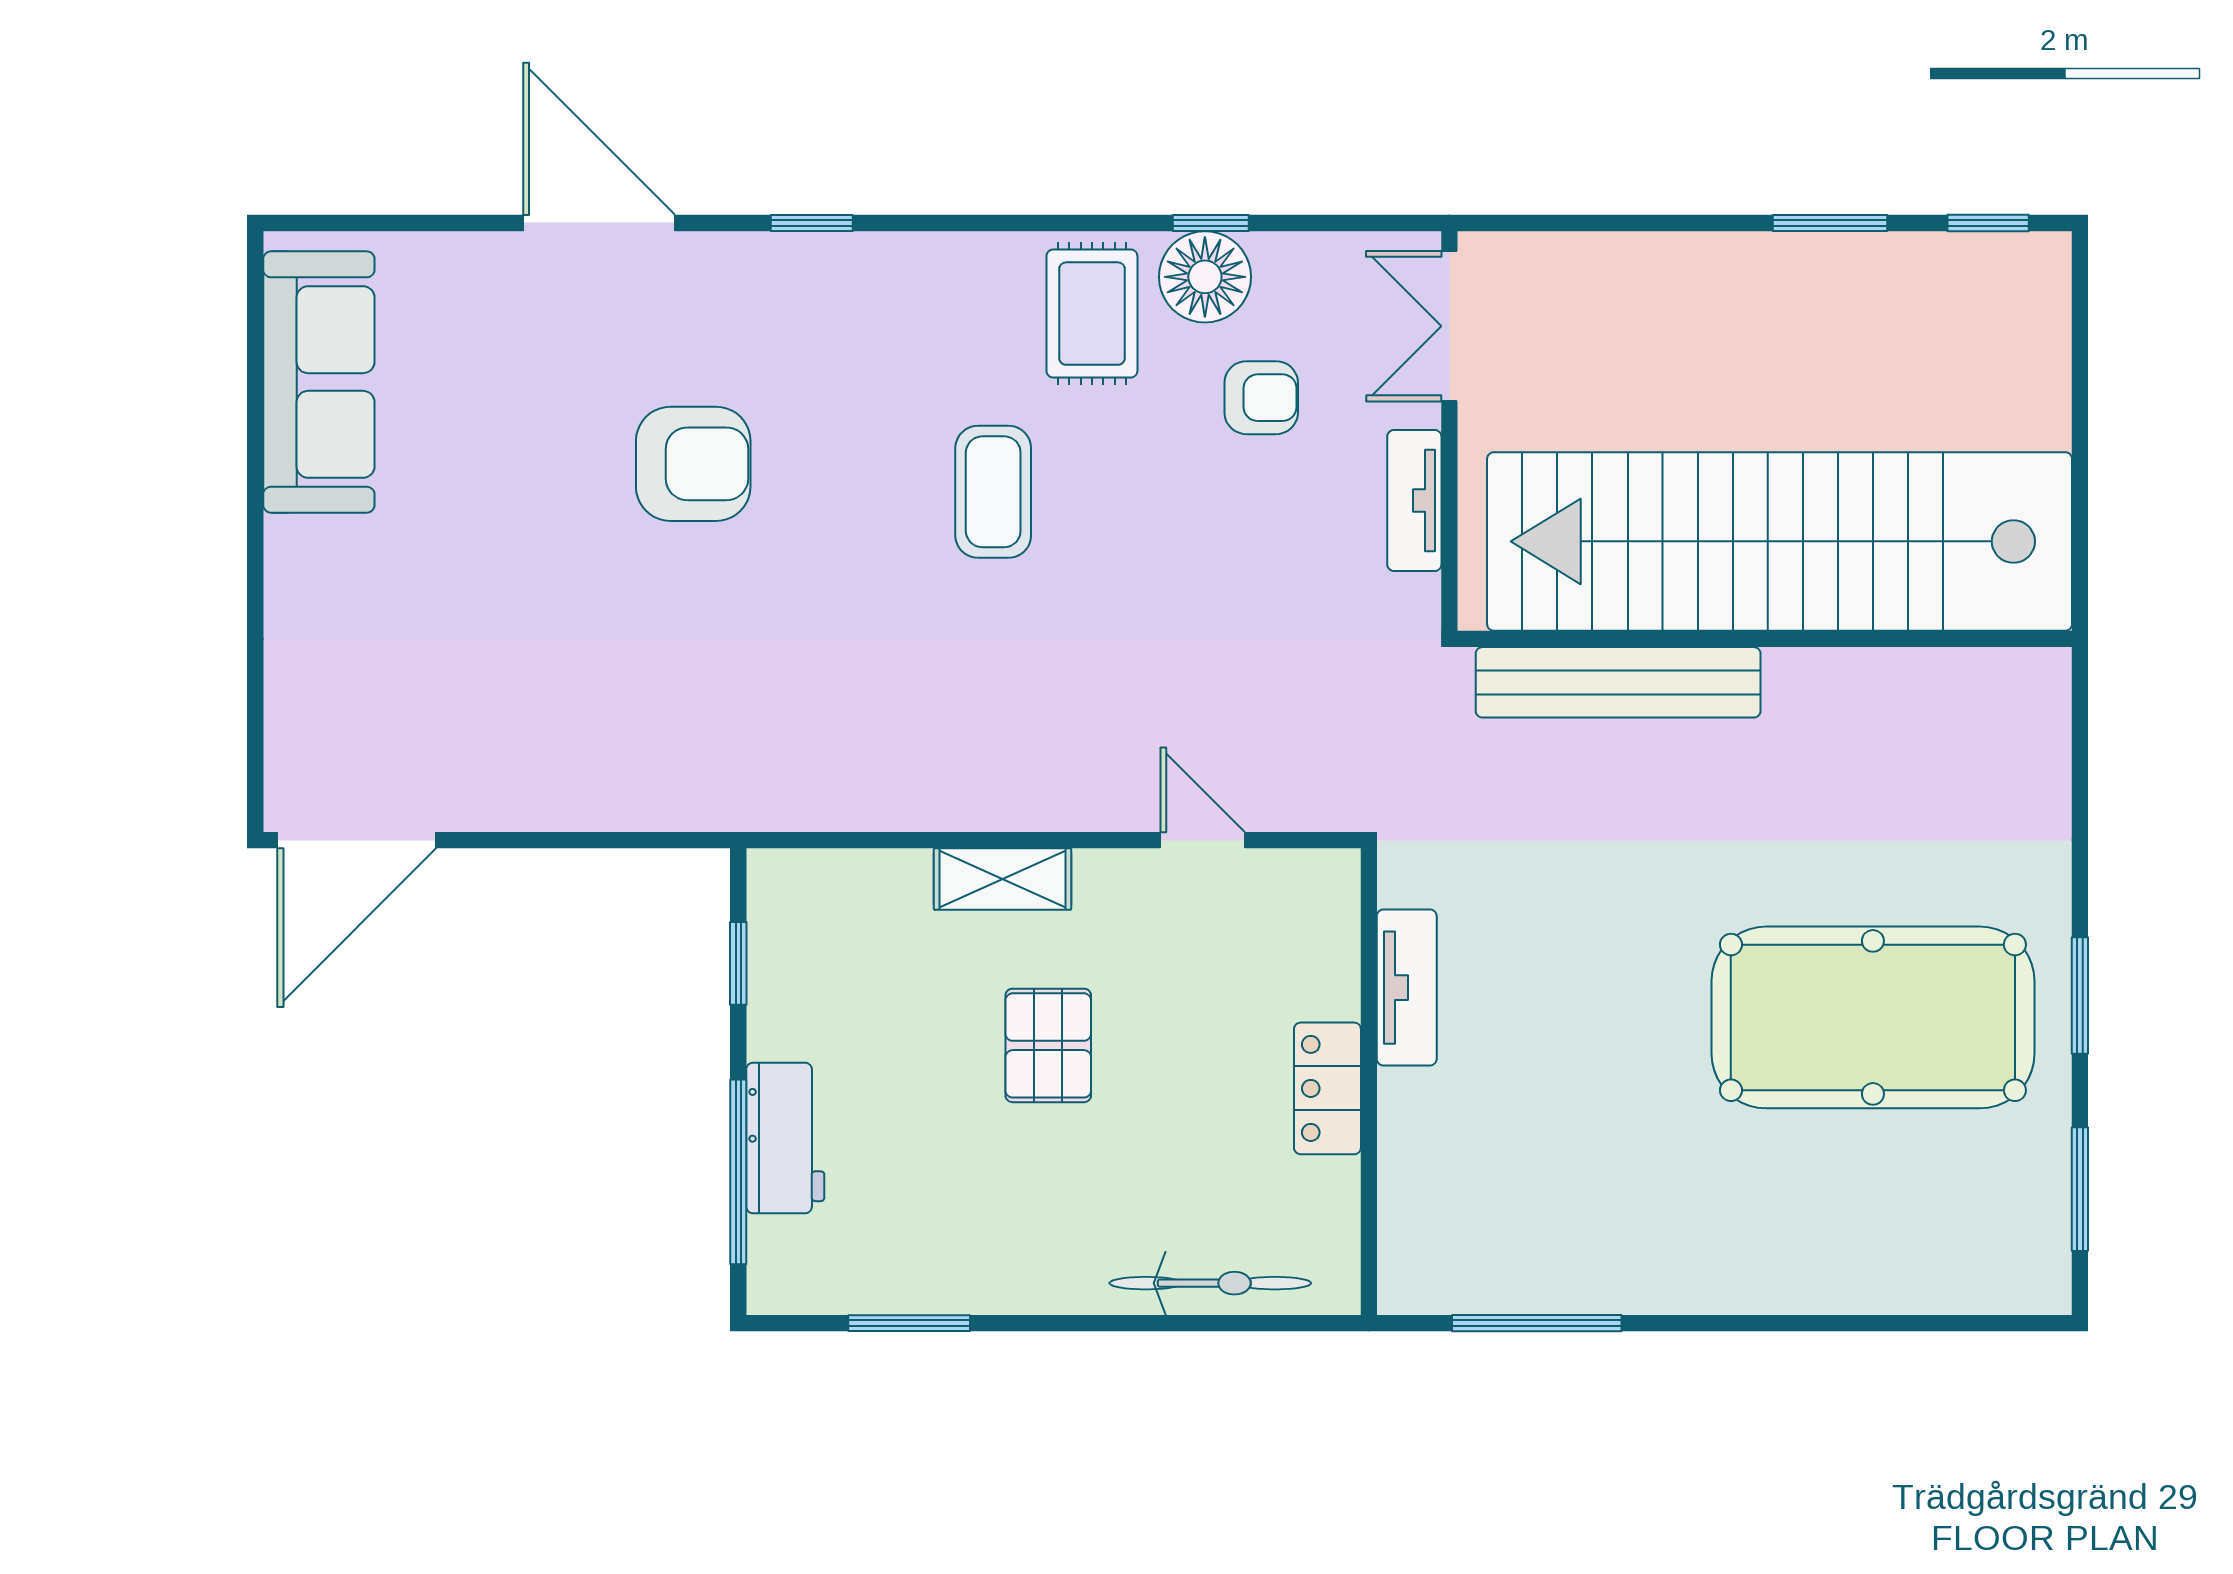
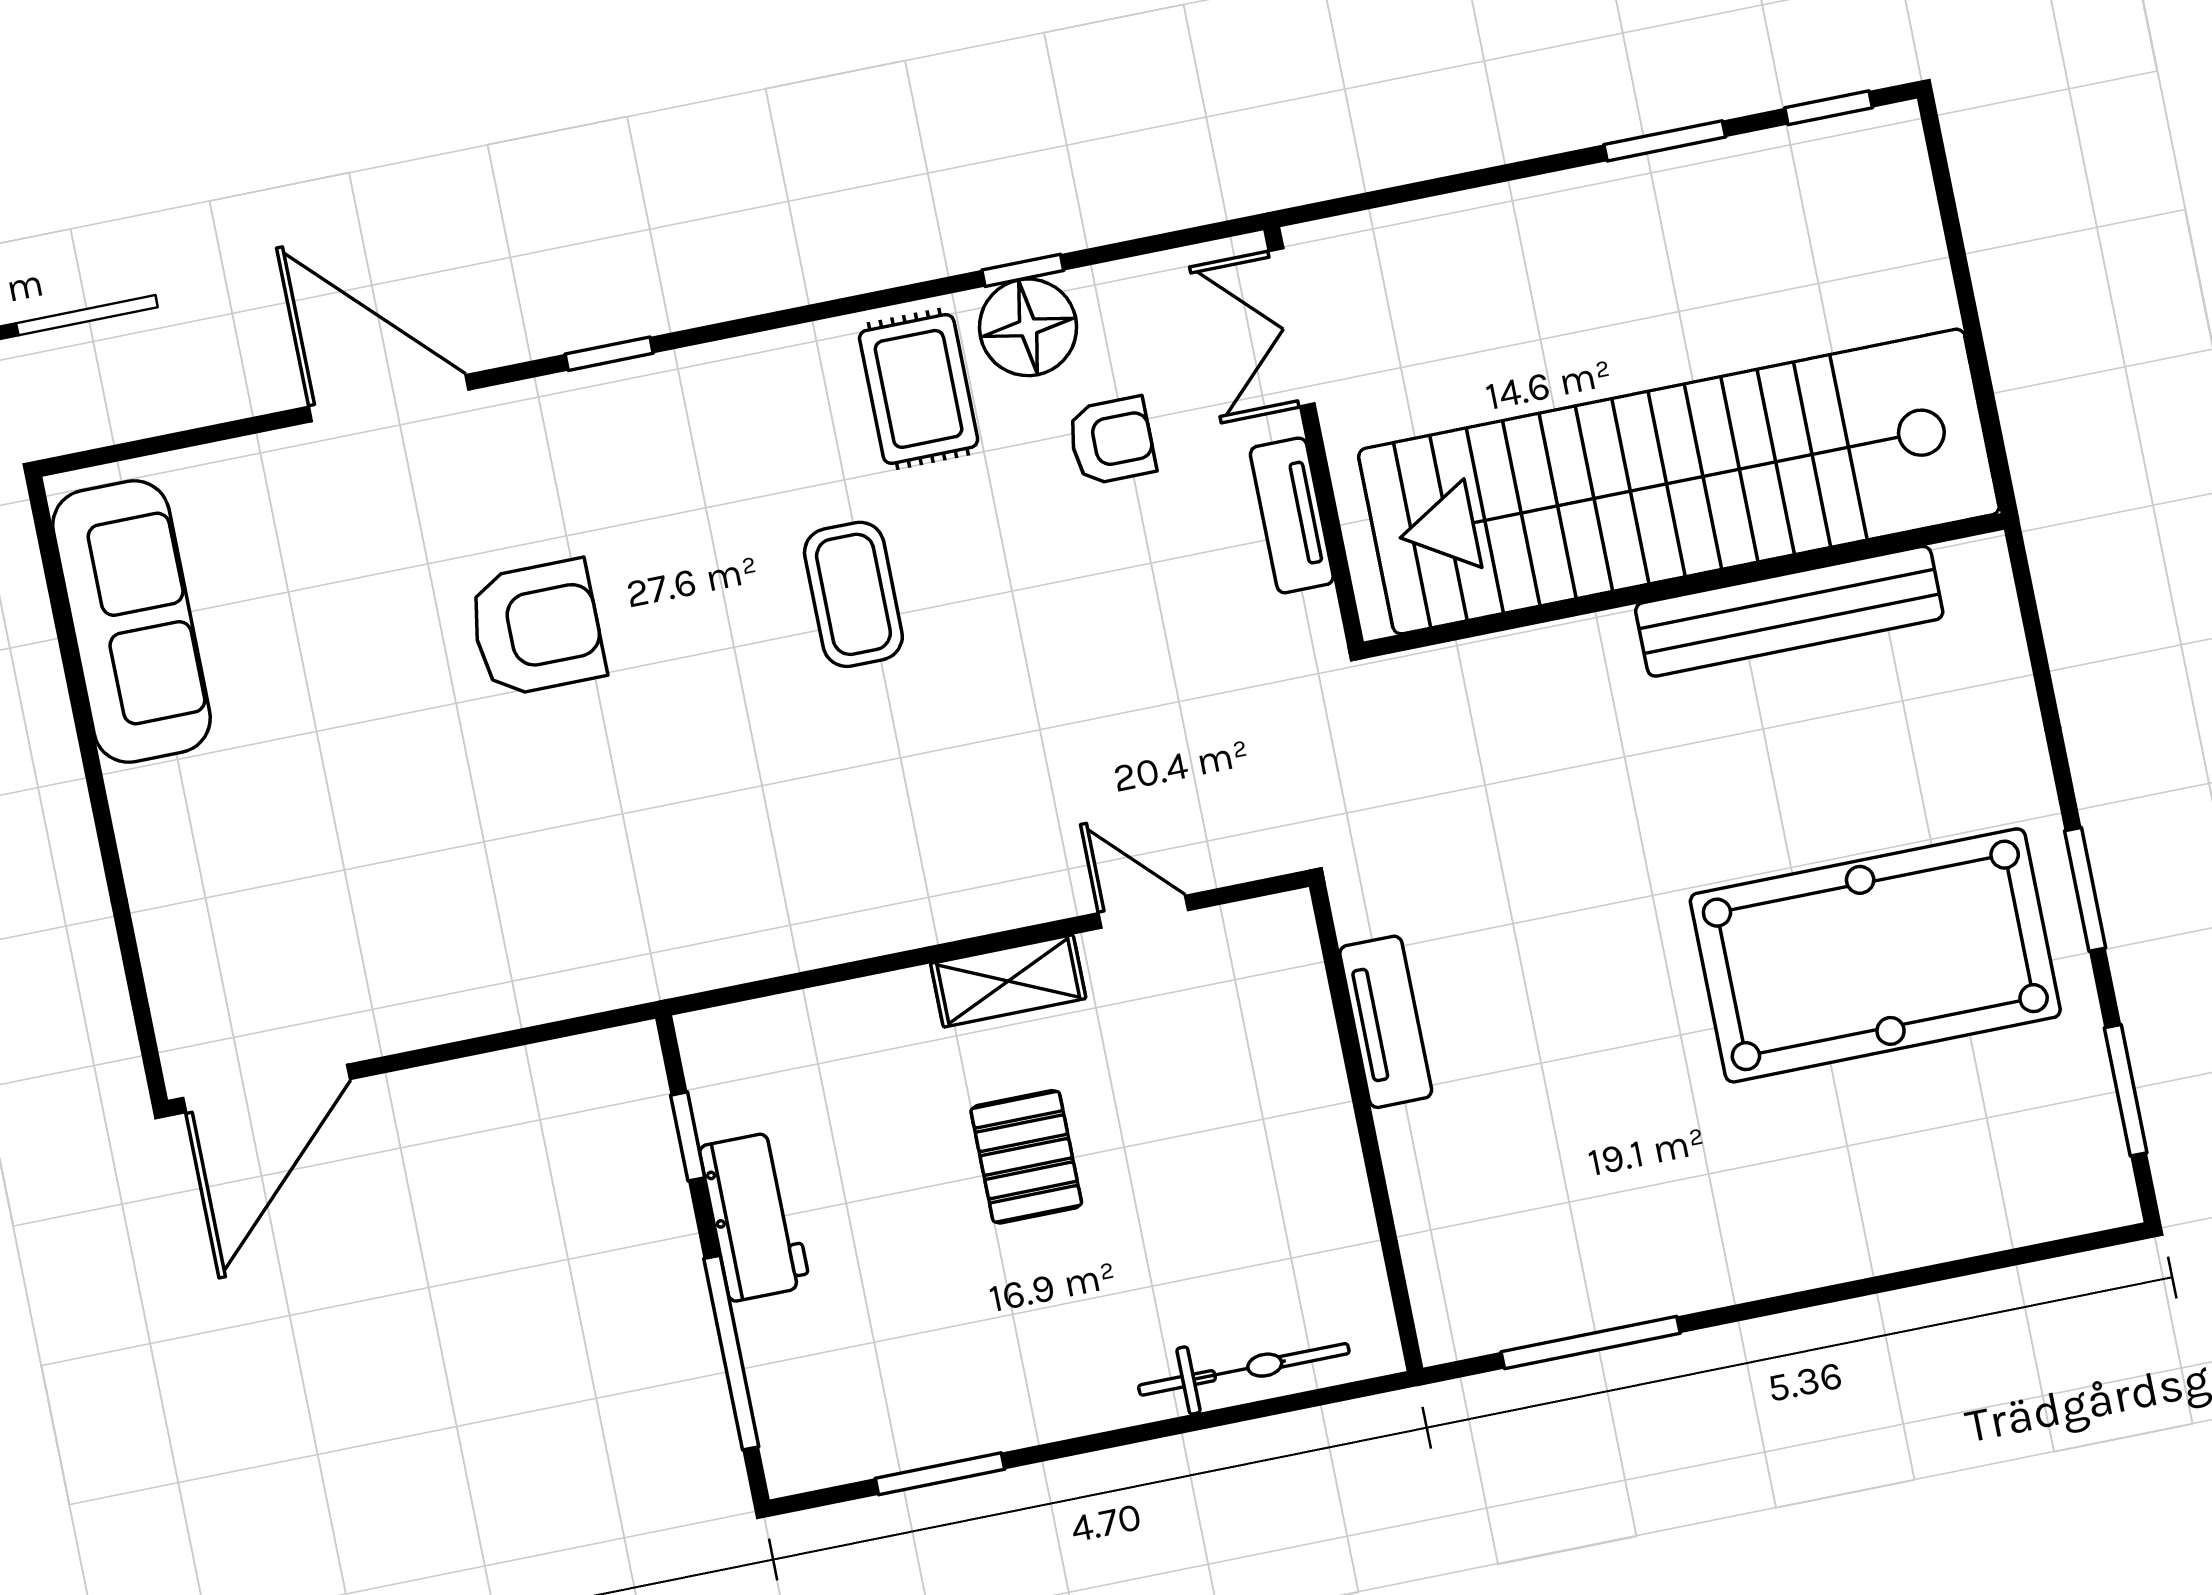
bench: (1618, 682) -> (1789, 611), moved
shelving: (1002, 879) -> (1008, 981), moved
locker: (1327, 1088) -> (1325, 1143), removed
workbench: (785, 1138) -> (755, 1216), moved

